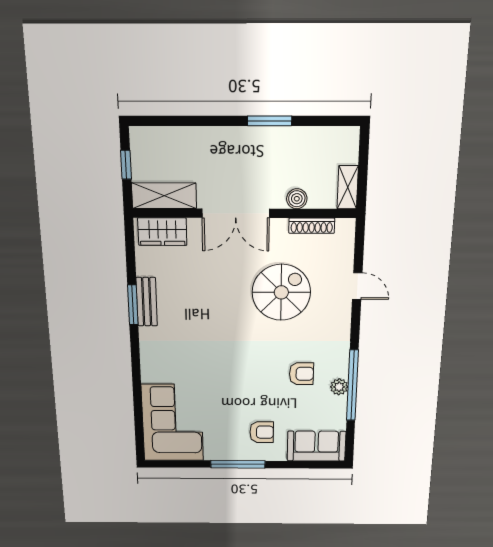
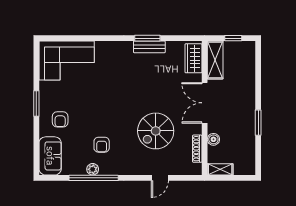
spiral stairs: (281, 292) -> (156, 131), turned 90
window: (238, 464) -> (36, 104), width x0.69

